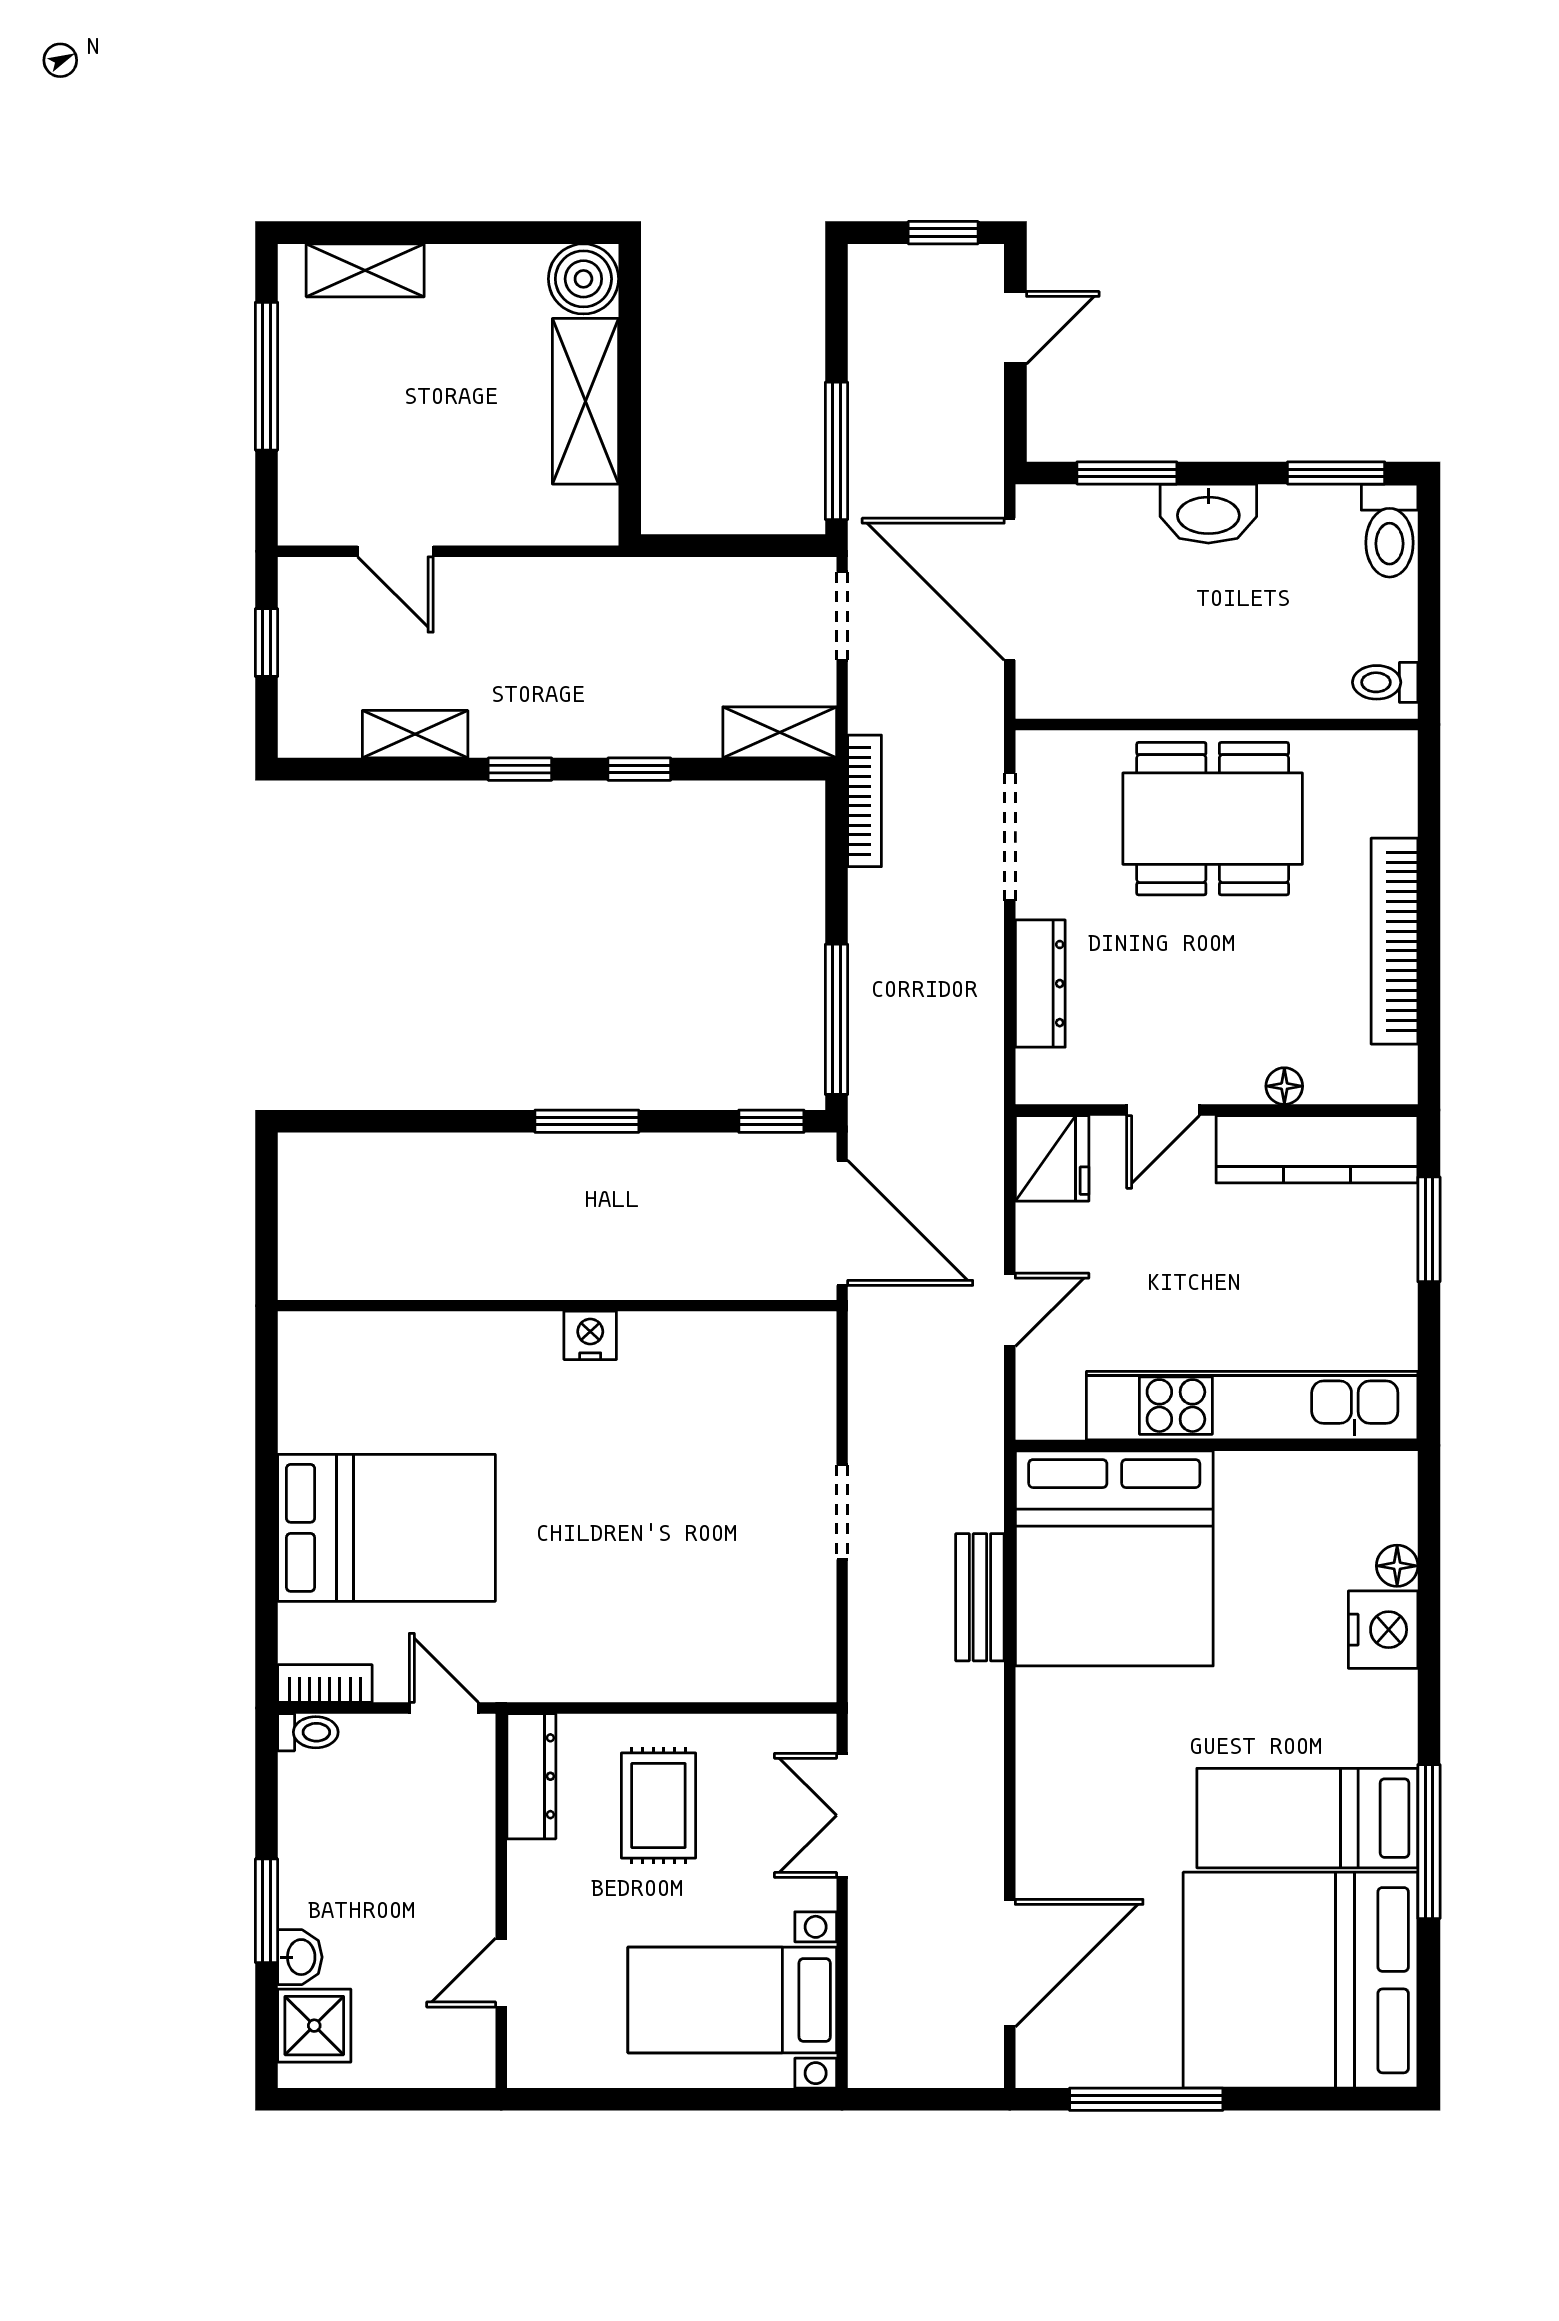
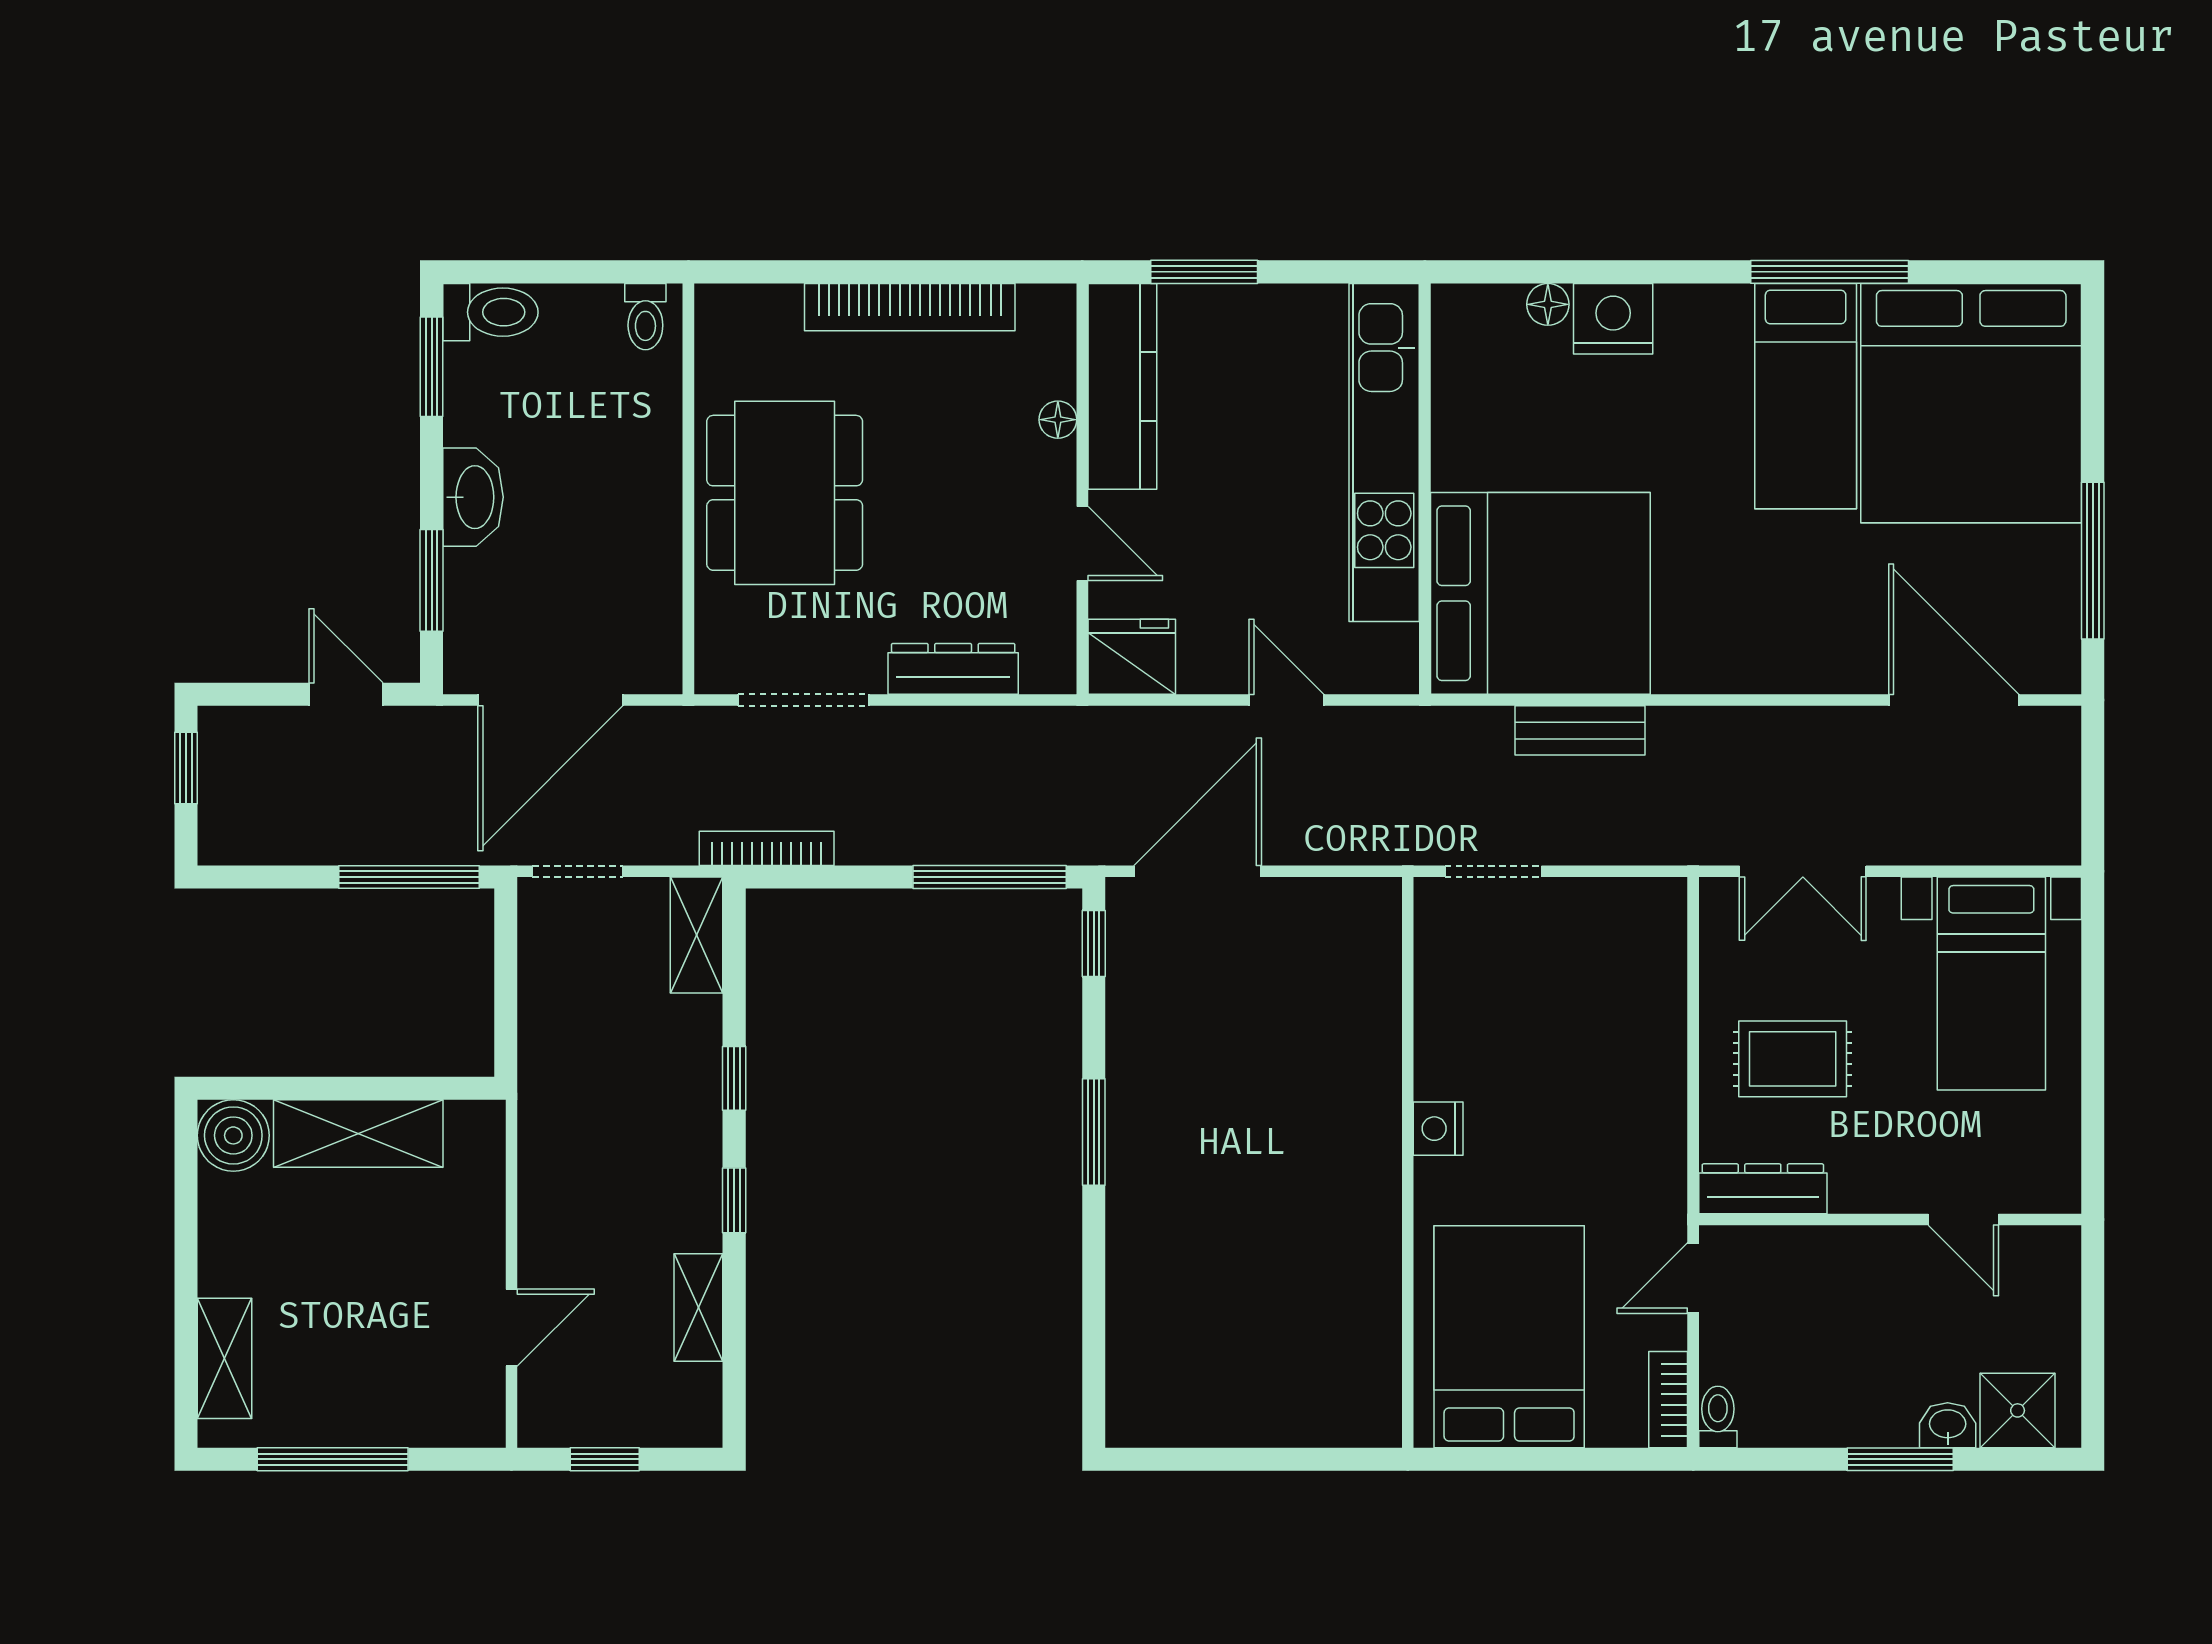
door: (1015, 328) -> (346, 694), moved
wall: (557, 1306) -> (1408, 1162), moved
nightstand: (590, 1335) -> (1438, 1129), moved

